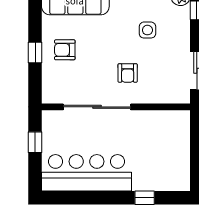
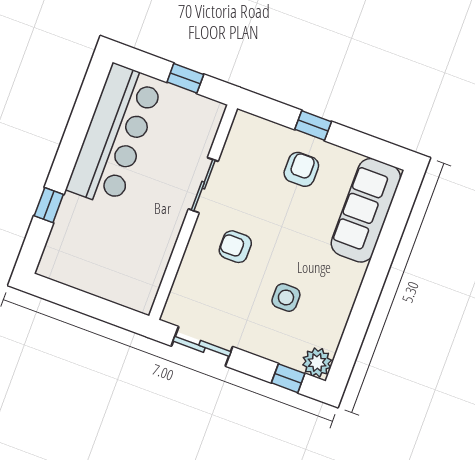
sliding door: (97, 107) -> (203, 185), width x0.54

